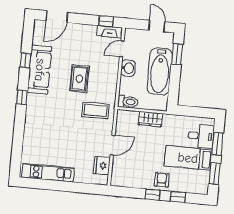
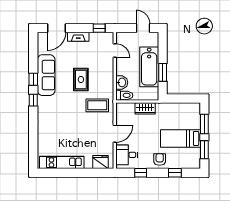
fireplace: (110, 32) -> (78, 37), moved
door: (122, 49) -> (115, 51), swing flipped
window: (177, 54) -> (163, 72), moved
window: (25, 60) -> (33, 79), moved
washbasin: (128, 68) -> (122, 82), moved
desk: (201, 136) -> (127, 155), moved, turned 180
fridge: (102, 166) -> (101, 162), moved, turned 90
window: (153, 195) -> (141, 173), moved

